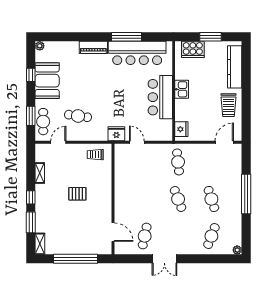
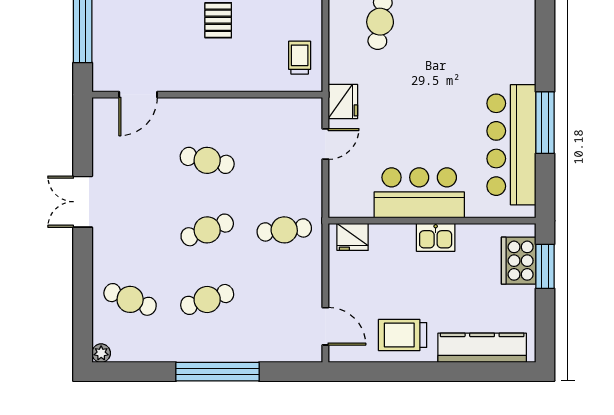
window: (211, 37) -> (545, 266), moved
piano: (93, 47) -> (523, 54), removed
cafe table: (145, 236) -> (207, 160), moved

